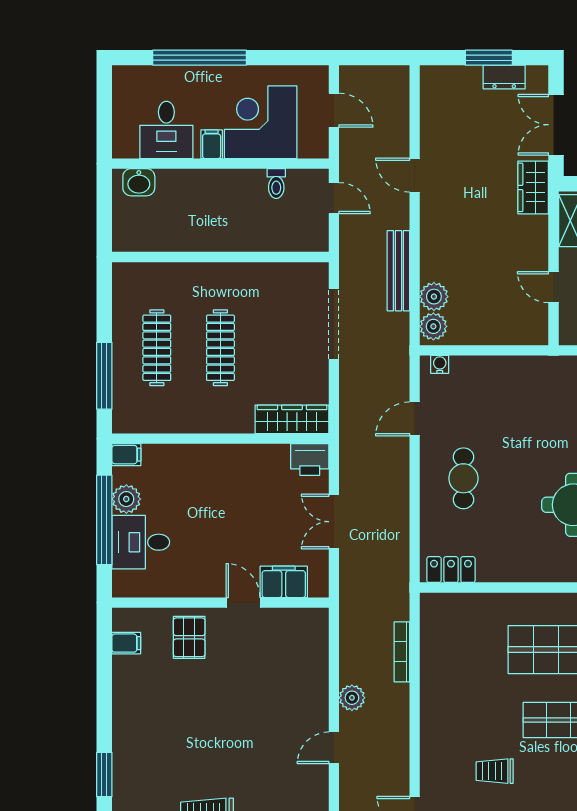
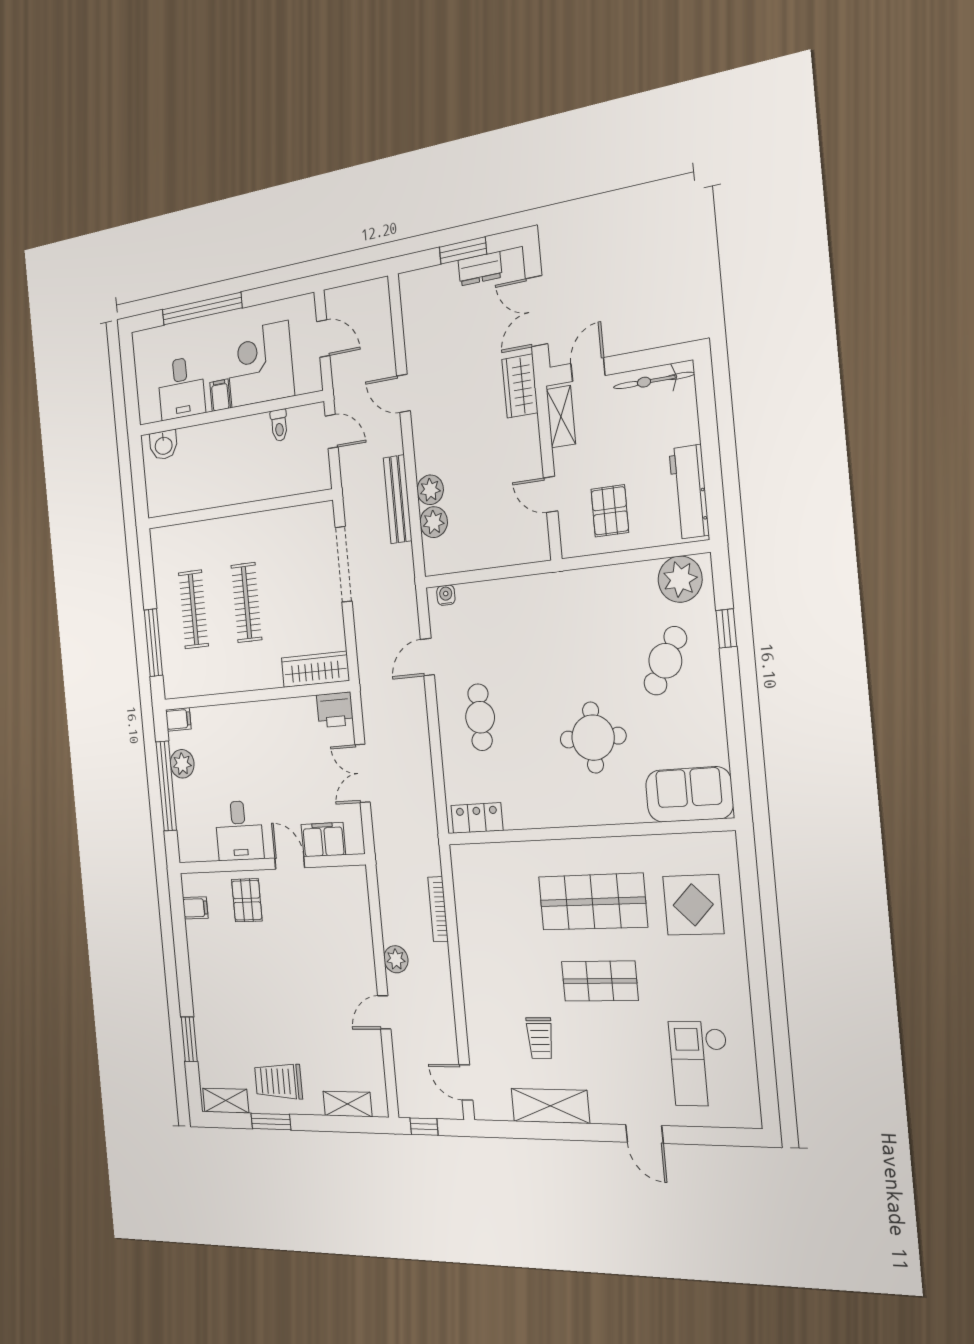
plant: (433, 326) -> (430, 490), moved
desk: (141, 542) -> (239, 831), moved, turned -90
trolley: (495, 771) -> (540, 1038), turned -90

